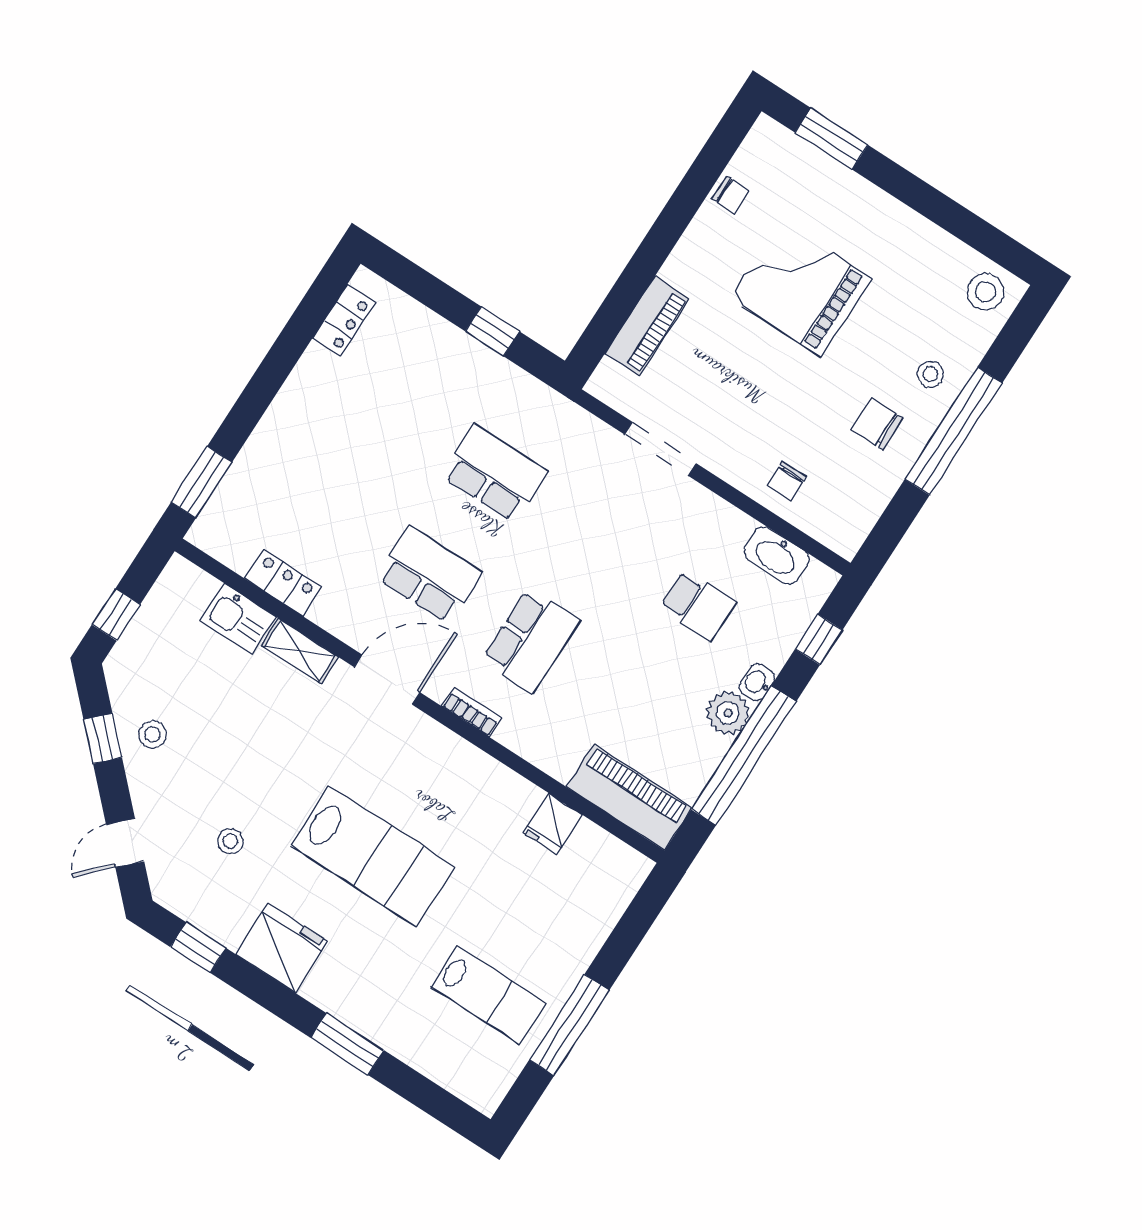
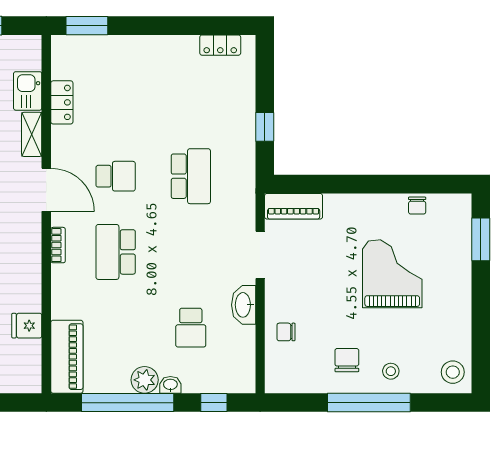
piano: (647, 326) -> (294, 206), moved
washbasin: (777, 555) -> (244, 305), moved
school desk: (429, 575) -> (116, 176), width x0.54
school desk: (531, 640) -> (116, 252), turned 90

